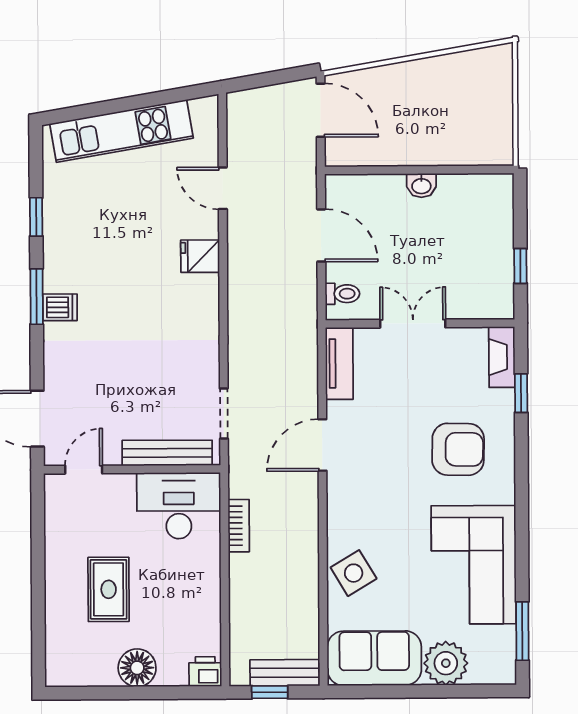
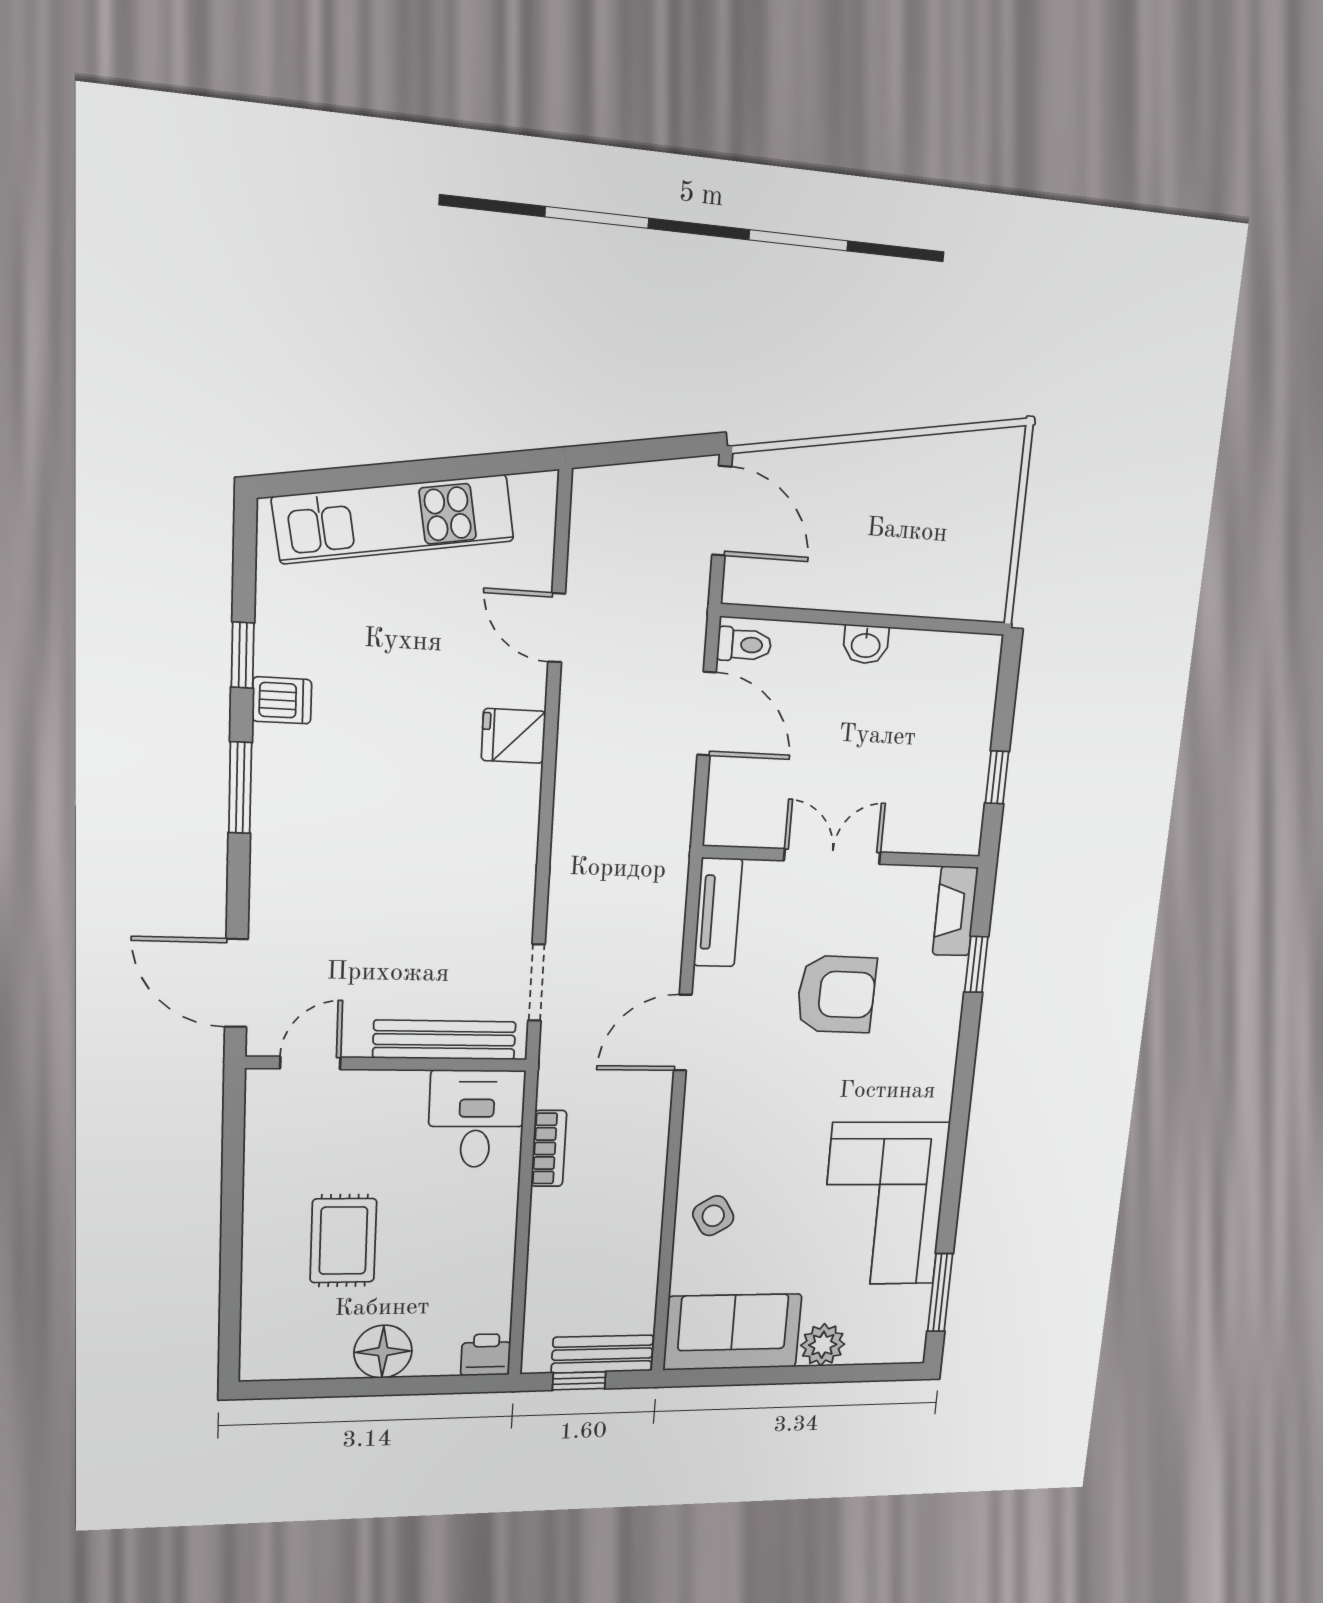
toilet: (342, 294) -> (744, 645), moved
dishwasher: (60, 307) -> (282, 700), moved
armchair: (458, 449) -> (836, 994), moved
desk: (179, 506) -> (476, 1119), width x0.73
side table: (354, 573) -> (713, 1216), width x0.73, depth x0.73
plant: (446, 663) -> (823, 1345), width x0.73, depth x0.73

